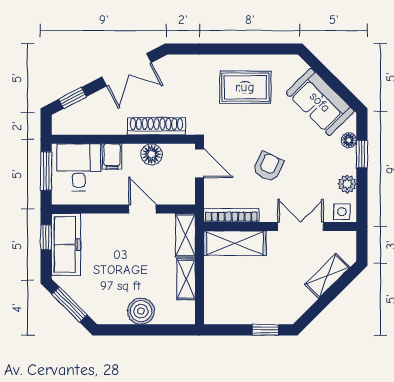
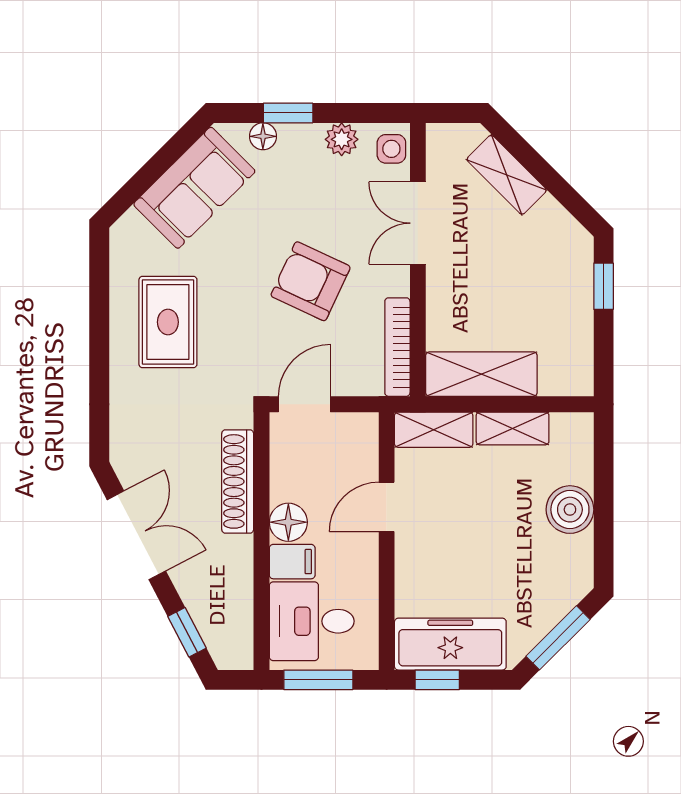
floor lamp: (152, 154) -> (288, 522), moved
armchair: (268, 167) -> (311, 281), width x1.38, depth x1.38
shelving: (235, 243) -> (481, 374), moved, turned 90

